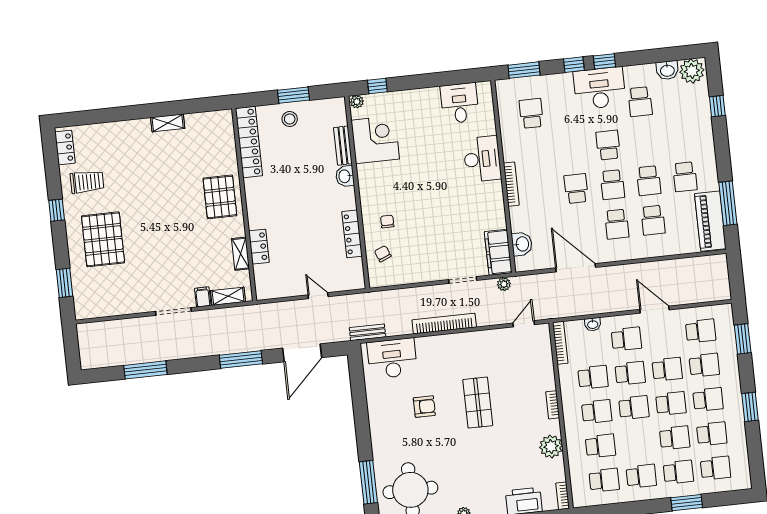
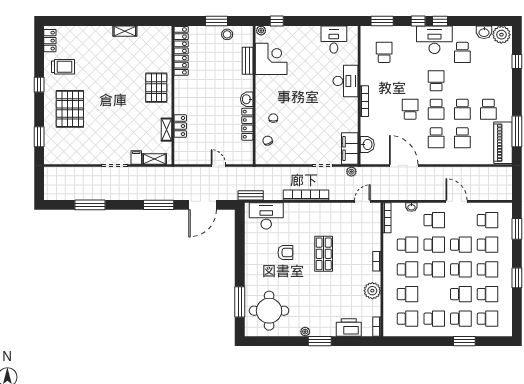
stool: (290, 119) -> (227, 34), moved
washbasin: (345, 176) -> (247, 99), moved

